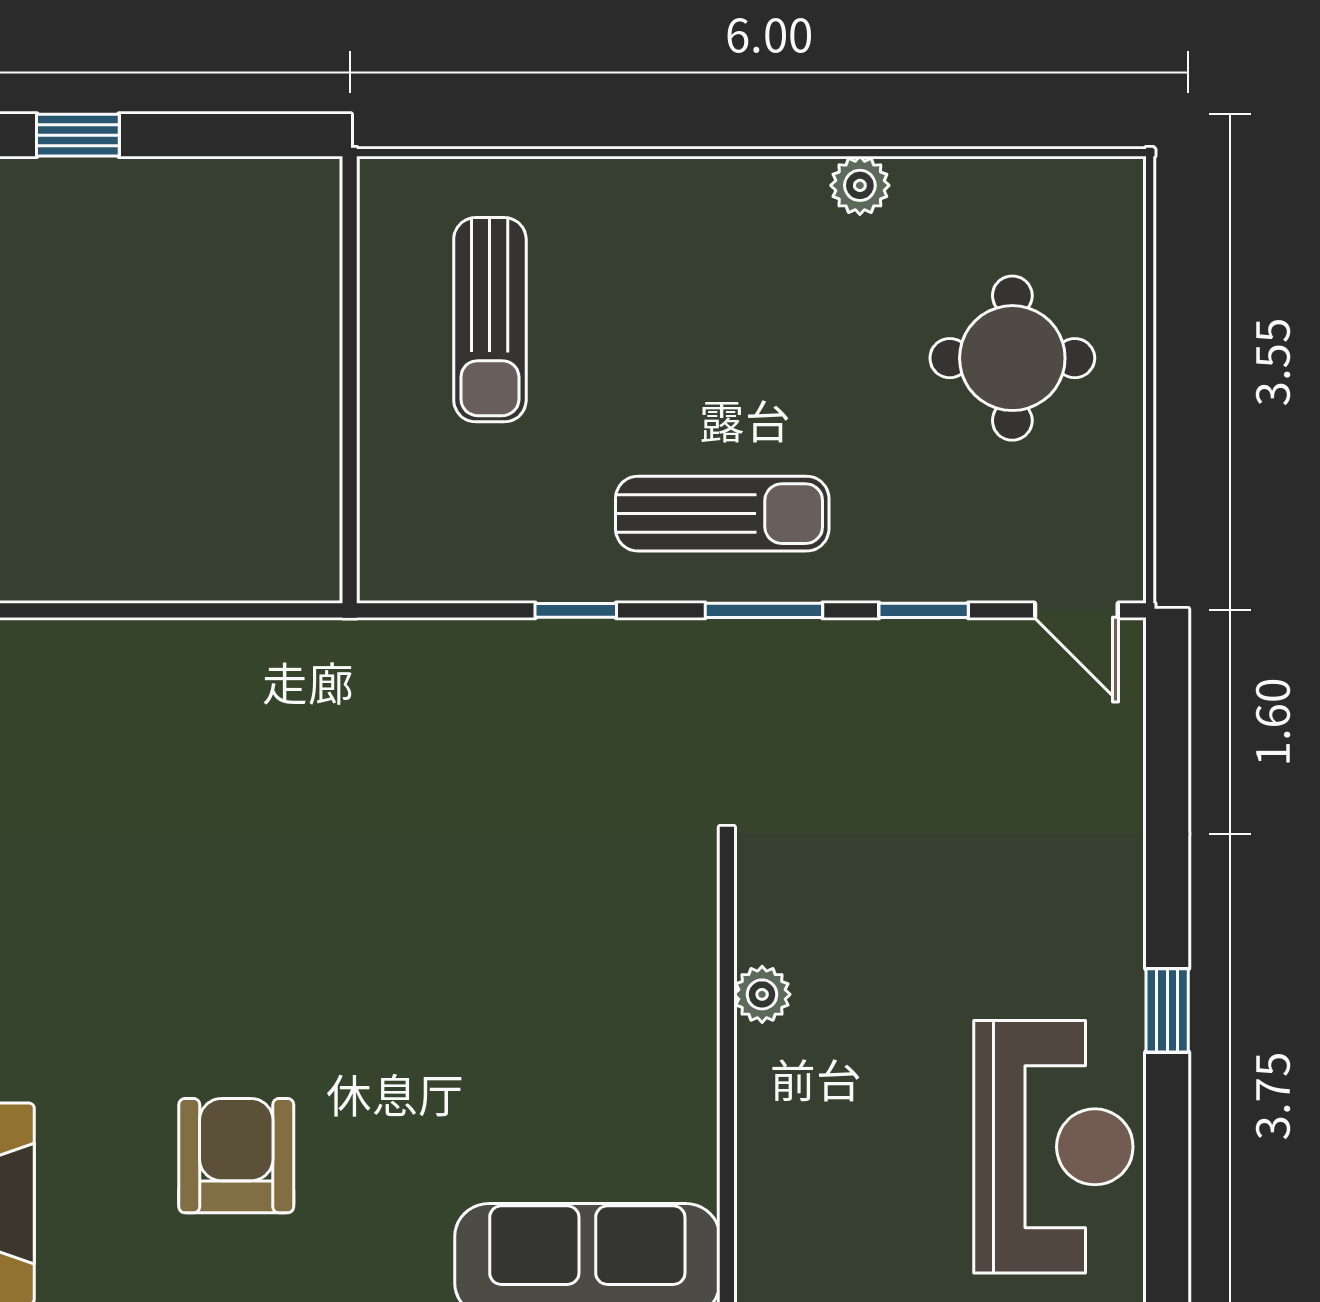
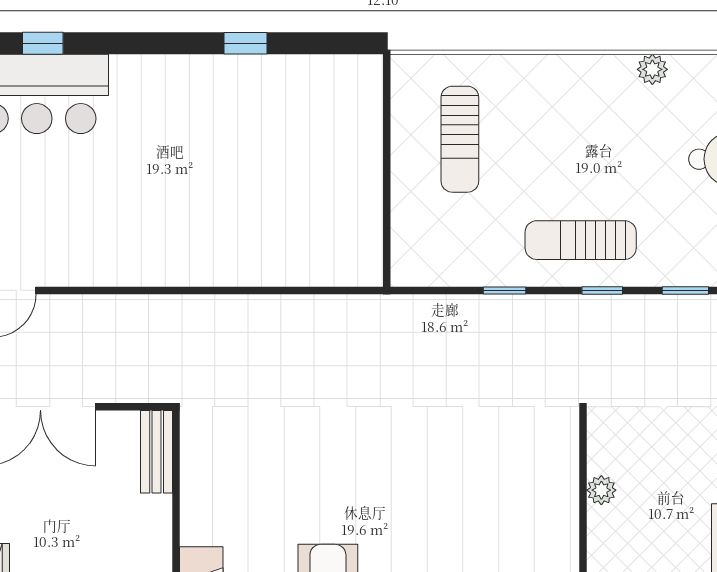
sun lounger: (722, 514) -> (581, 240), turned 180
window: (764, 610) -> (602, 290), width x0.67

